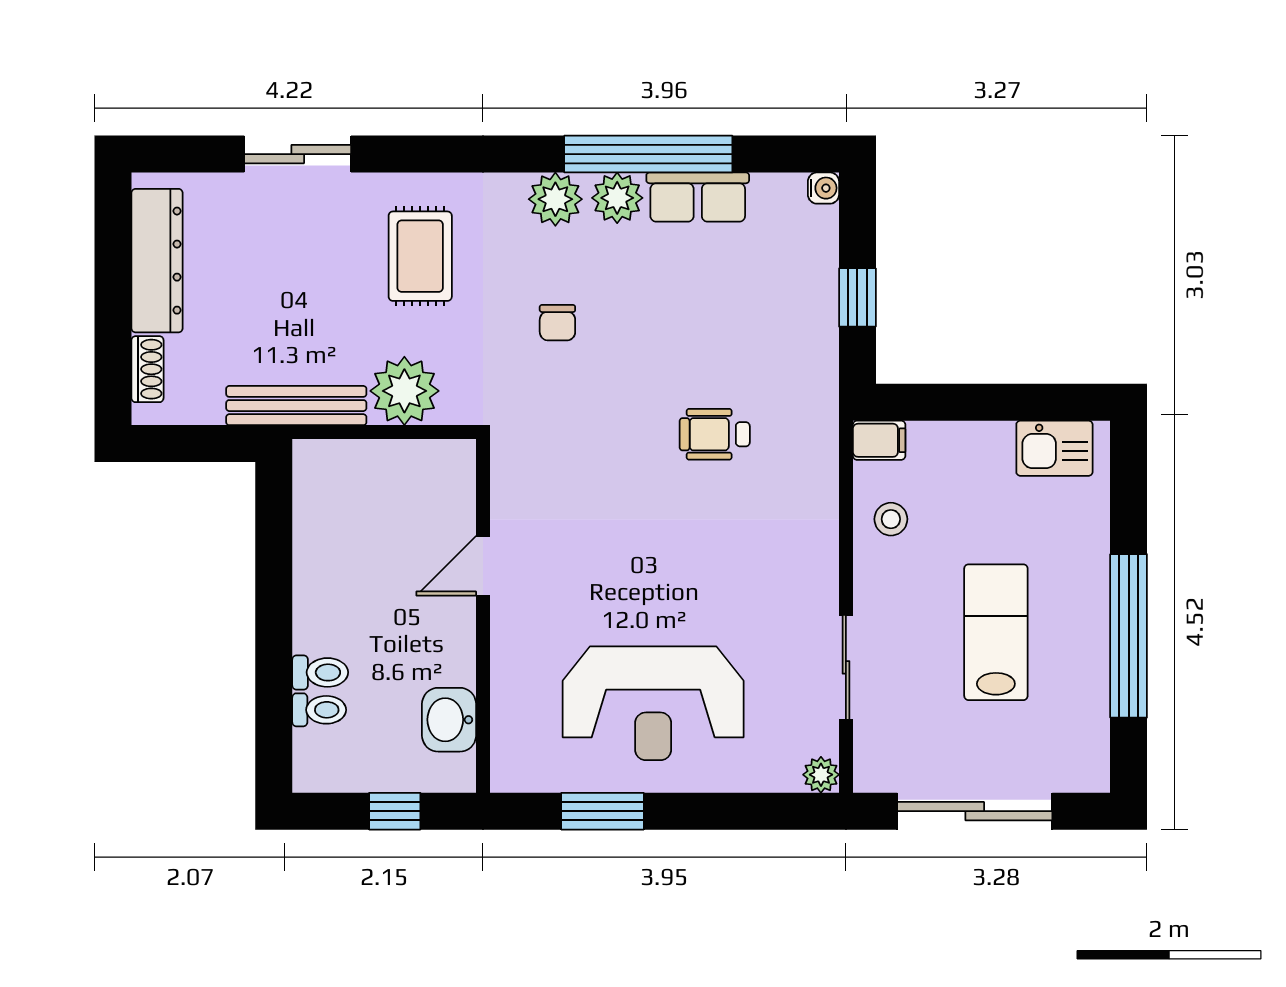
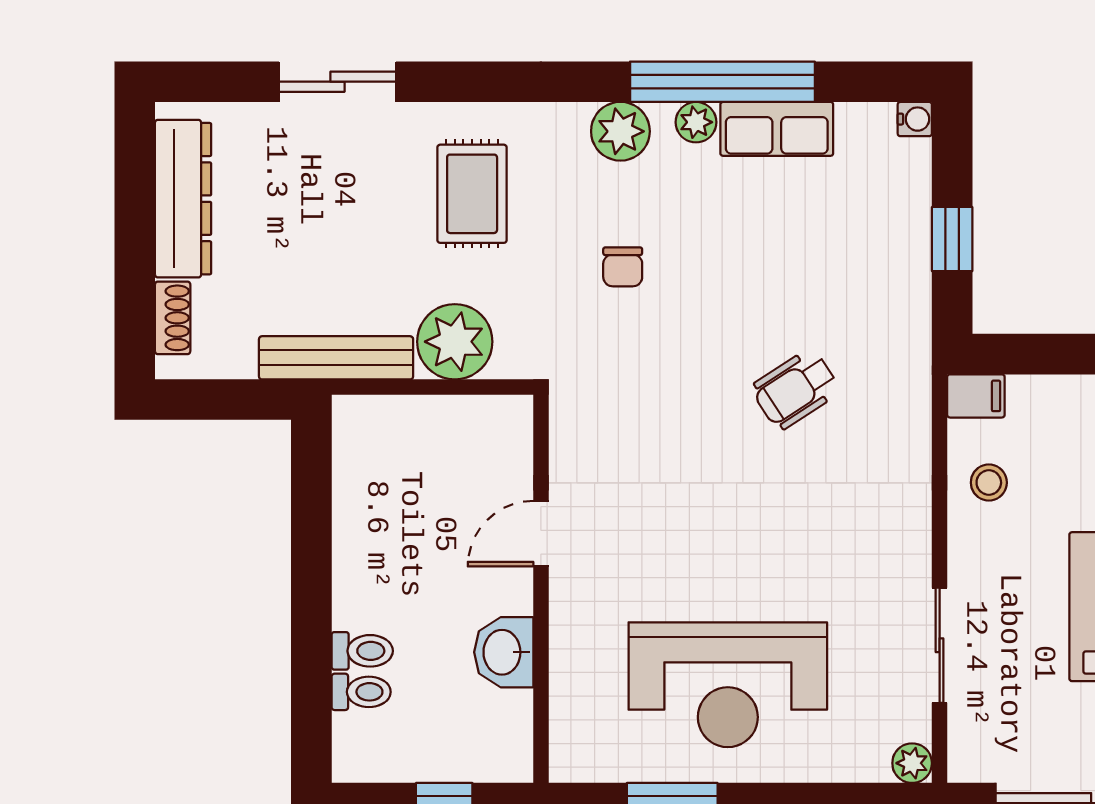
plant: (617, 198) -> (696, 122), width x0.73, depth x0.73
wheelchair: (715, 434) -> (795, 389), turned -33
washbasin: (449, 720) -> (504, 652), moved

